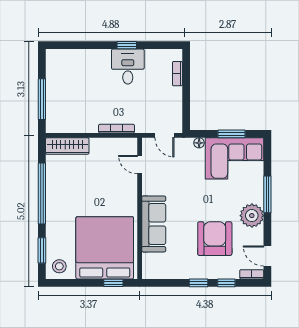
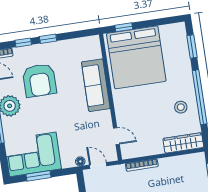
floor lamp: (199, 143) -> (80, 161), moved
stool: (59, 266) -> (181, 107), moved

